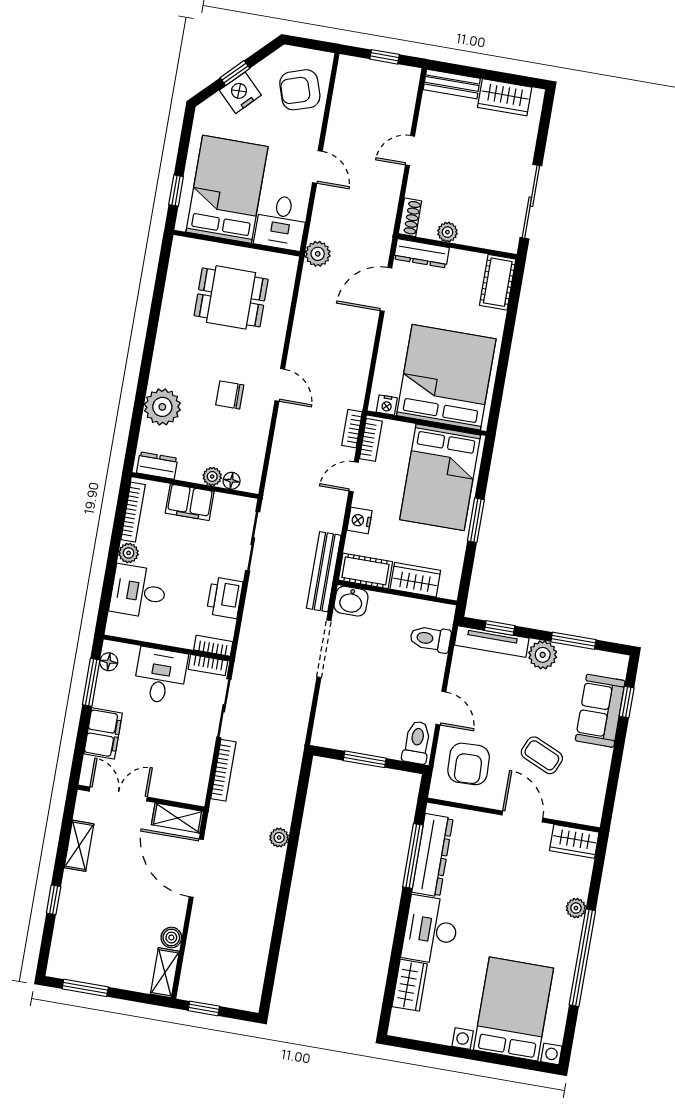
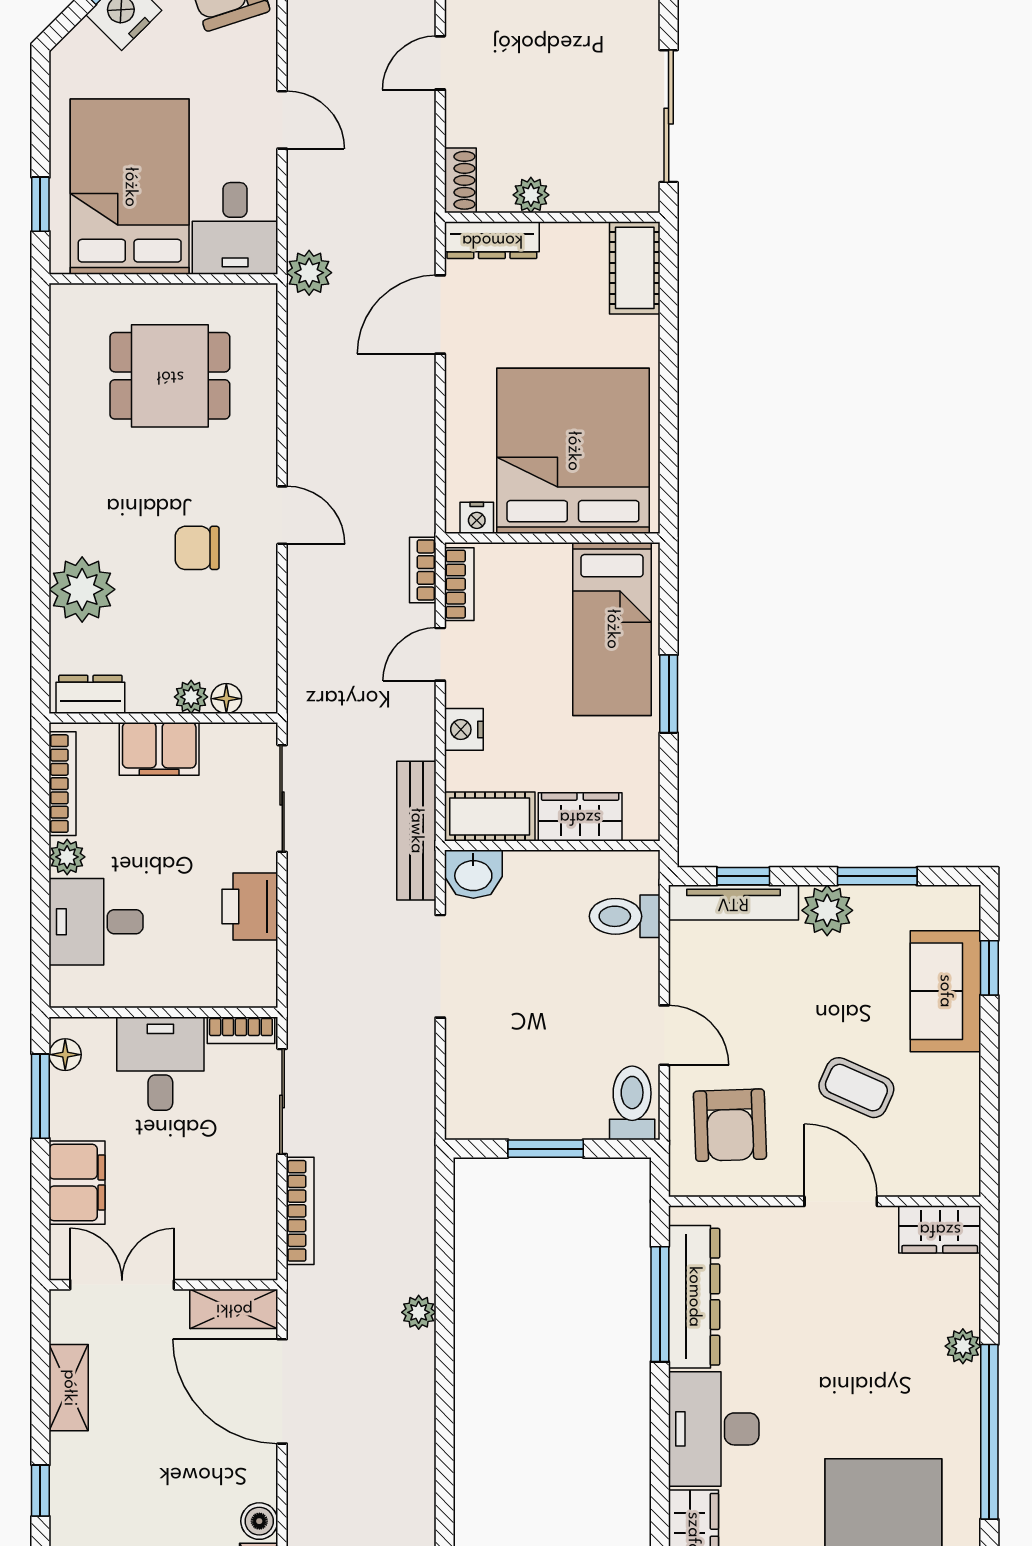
bed: (440, 477) -> (612, 629), width x0.67
bookcase: (213, 646) -> (244, 995), removed

